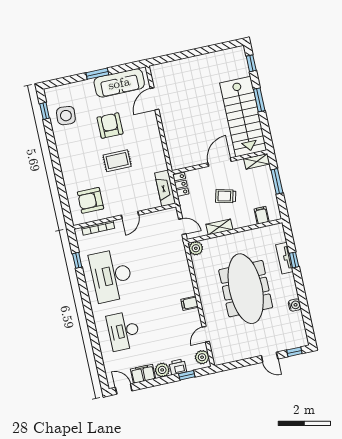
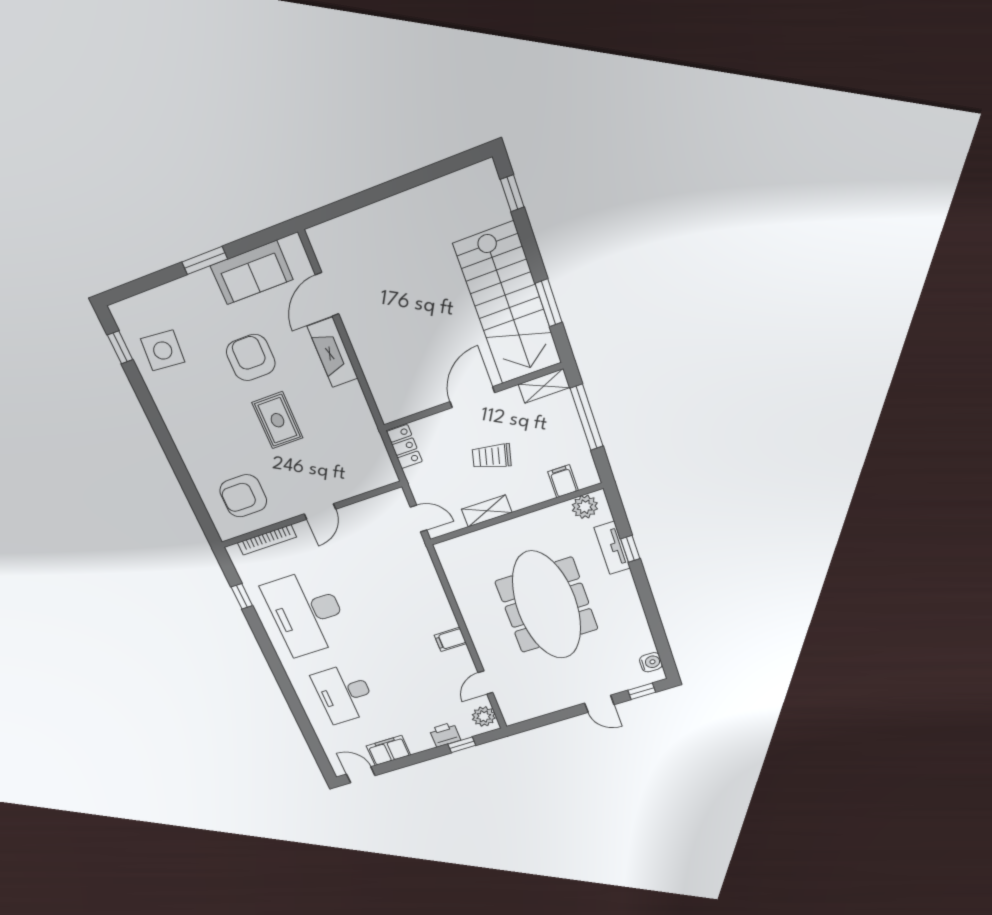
sofa: (119, 83) -> (252, 273), width x0.73
window: (259, 100) -> (549, 303), moved
rug: (117, 161) -> (277, 420), turned 90
window: (277, 181) -> (587, 417), width x1.44
fireplace: (165, 188) -> (333, 352), moved
plant: (196, 248) -> (585, 507), moved
water cooler: (295, 305) -> (651, 662), moved
plant: (162, 370) -> (419, 742), removed

